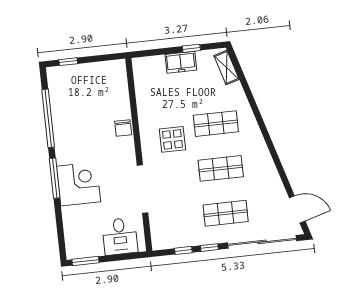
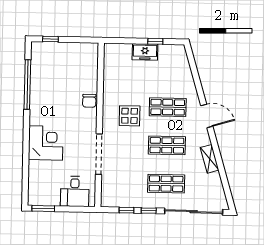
shelving: (227, 68) -> (210, 159), moved
window: (55, 178) -> (26, 135), removed
door: (297, 209) -> (207, 116), moved

